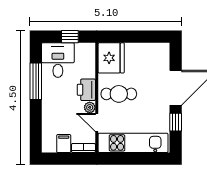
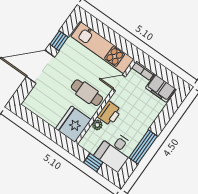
plant: (90, 107) -> (97, 125), moved
door: (97, 122) -> (119, 83), swing flipped
filing cabinet: (64, 144) -> (161, 88), width x2.00

